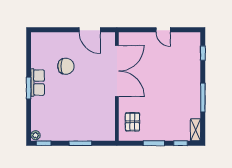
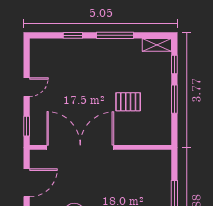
window: (133, 30) -> (27, 126), added
window: (203, 53) -> (73, 35), moved
pallet: (132, 122) -> (128, 102), moved

